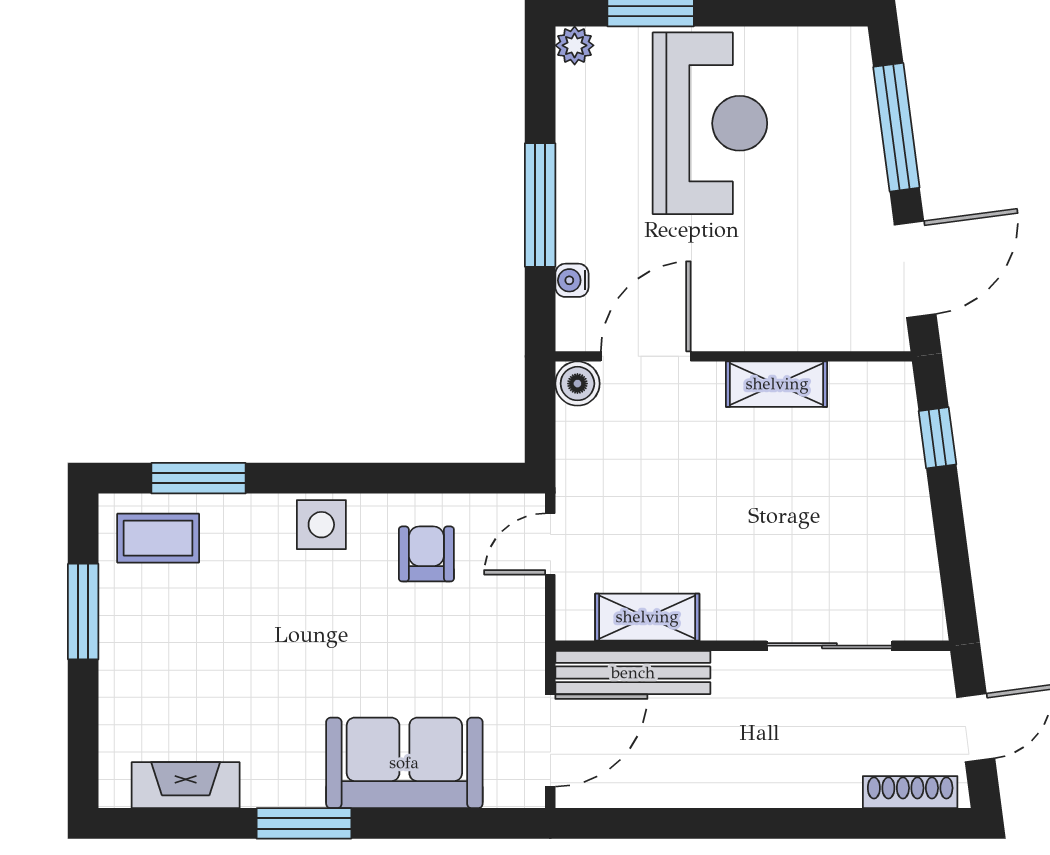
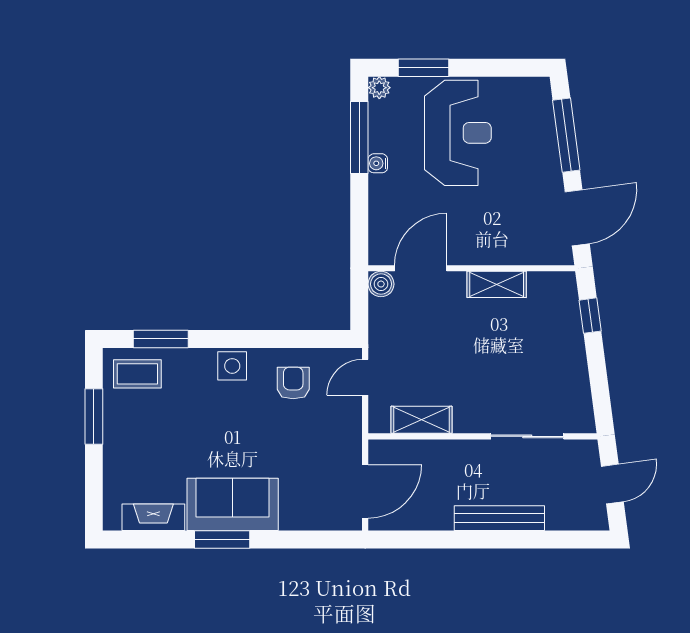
window: (540, 205) -> (359, 137), moved
water cooler: (572, 280) -> (378, 163), moved
bench: (633, 673) -> (499, 518), moved
sofa: (404, 763) -> (233, 504), moved
shoe rack: (910, 792) -> (574, 521), removed

